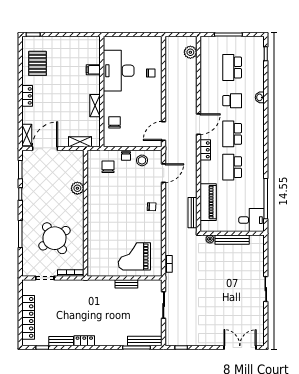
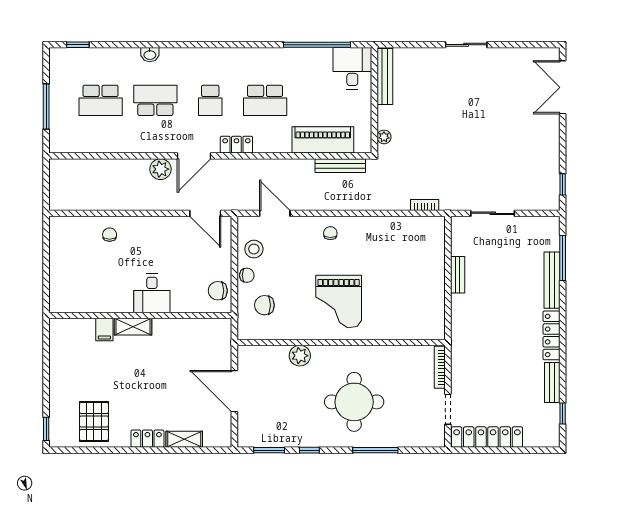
plant: (190, 52) -> (160, 169), moved
pallet: (37, 63) -> (94, 422), turned 90
desk: (119, 71) -> (152, 293), moved, width x0.53, depth x0.77
school desk: (232, 101) -> (155, 100), width x1.85
shelving: (95, 106) -> (133, 327), moved
chair: (115, 122) -> (218, 291), moved
door: (198, 124) -> (194, 156), swing flipped
school desk: (232, 134) -> (210, 100), width x0.54
shelving: (27, 135) -> (184, 439), moved
shelving: (80, 142) -> (223, 351), removed
door: (45, 149) -> (234, 391), moved
round table: (54, 238) -> (354, 402), moved, turned 34
bench: (232, 240) -> (385, 76), moved
grand piano: (134, 256) -> (339, 301), moved
locker: (28, 317) -> (487, 437), moved
locker: (84, 341) -> (551, 335), width x1.53
bench: (145, 341) -> (552, 280), moved

